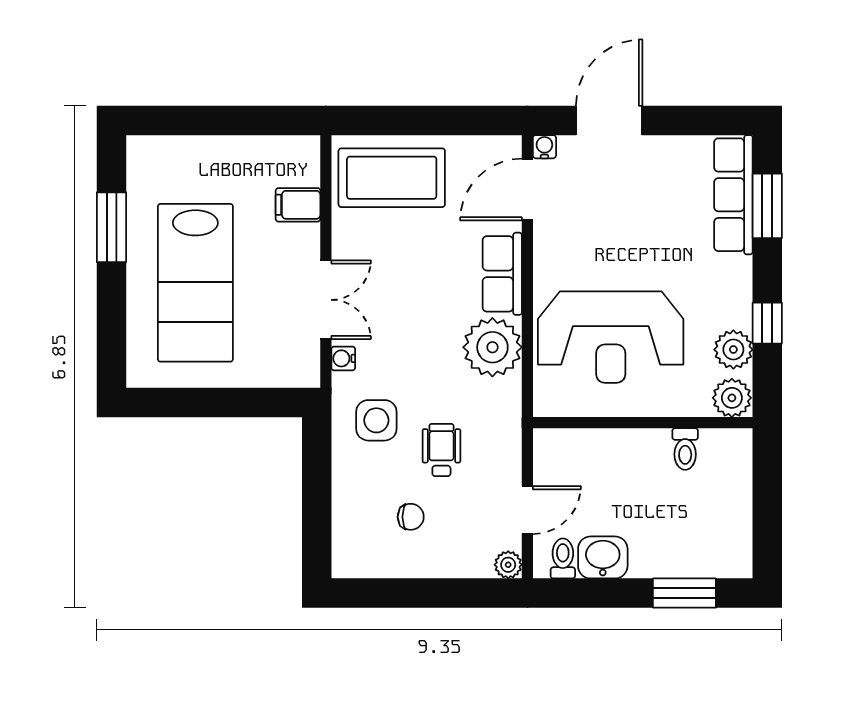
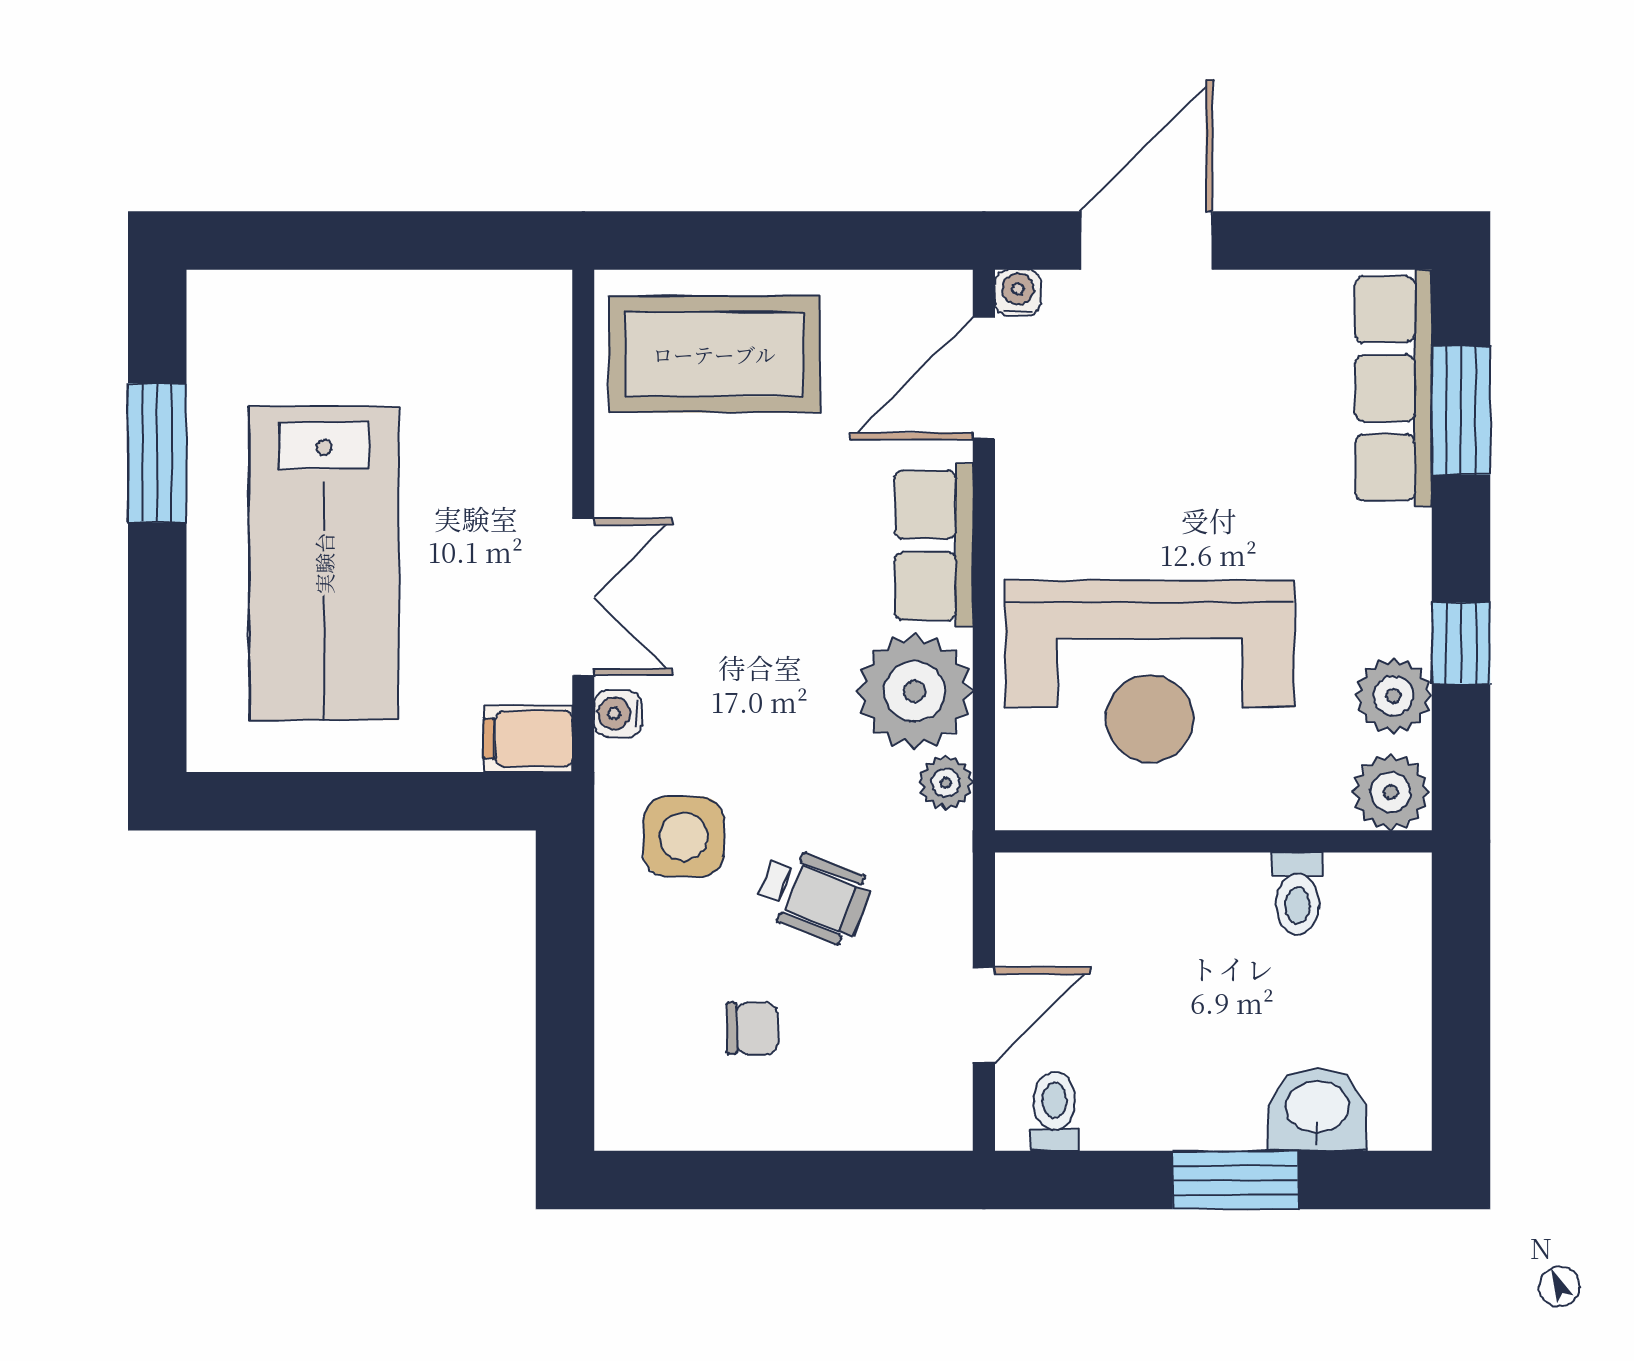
filing cabinet: (298, 205) -> (528, 739), moved
wheelchair: (441, 450) -> (813, 896), turned 111
washbasin: (603, 557) -> (1317, 1109), moved
plant: (508, 565) -> (946, 783), moved
window: (684, 593) -> (1236, 1180), moved

